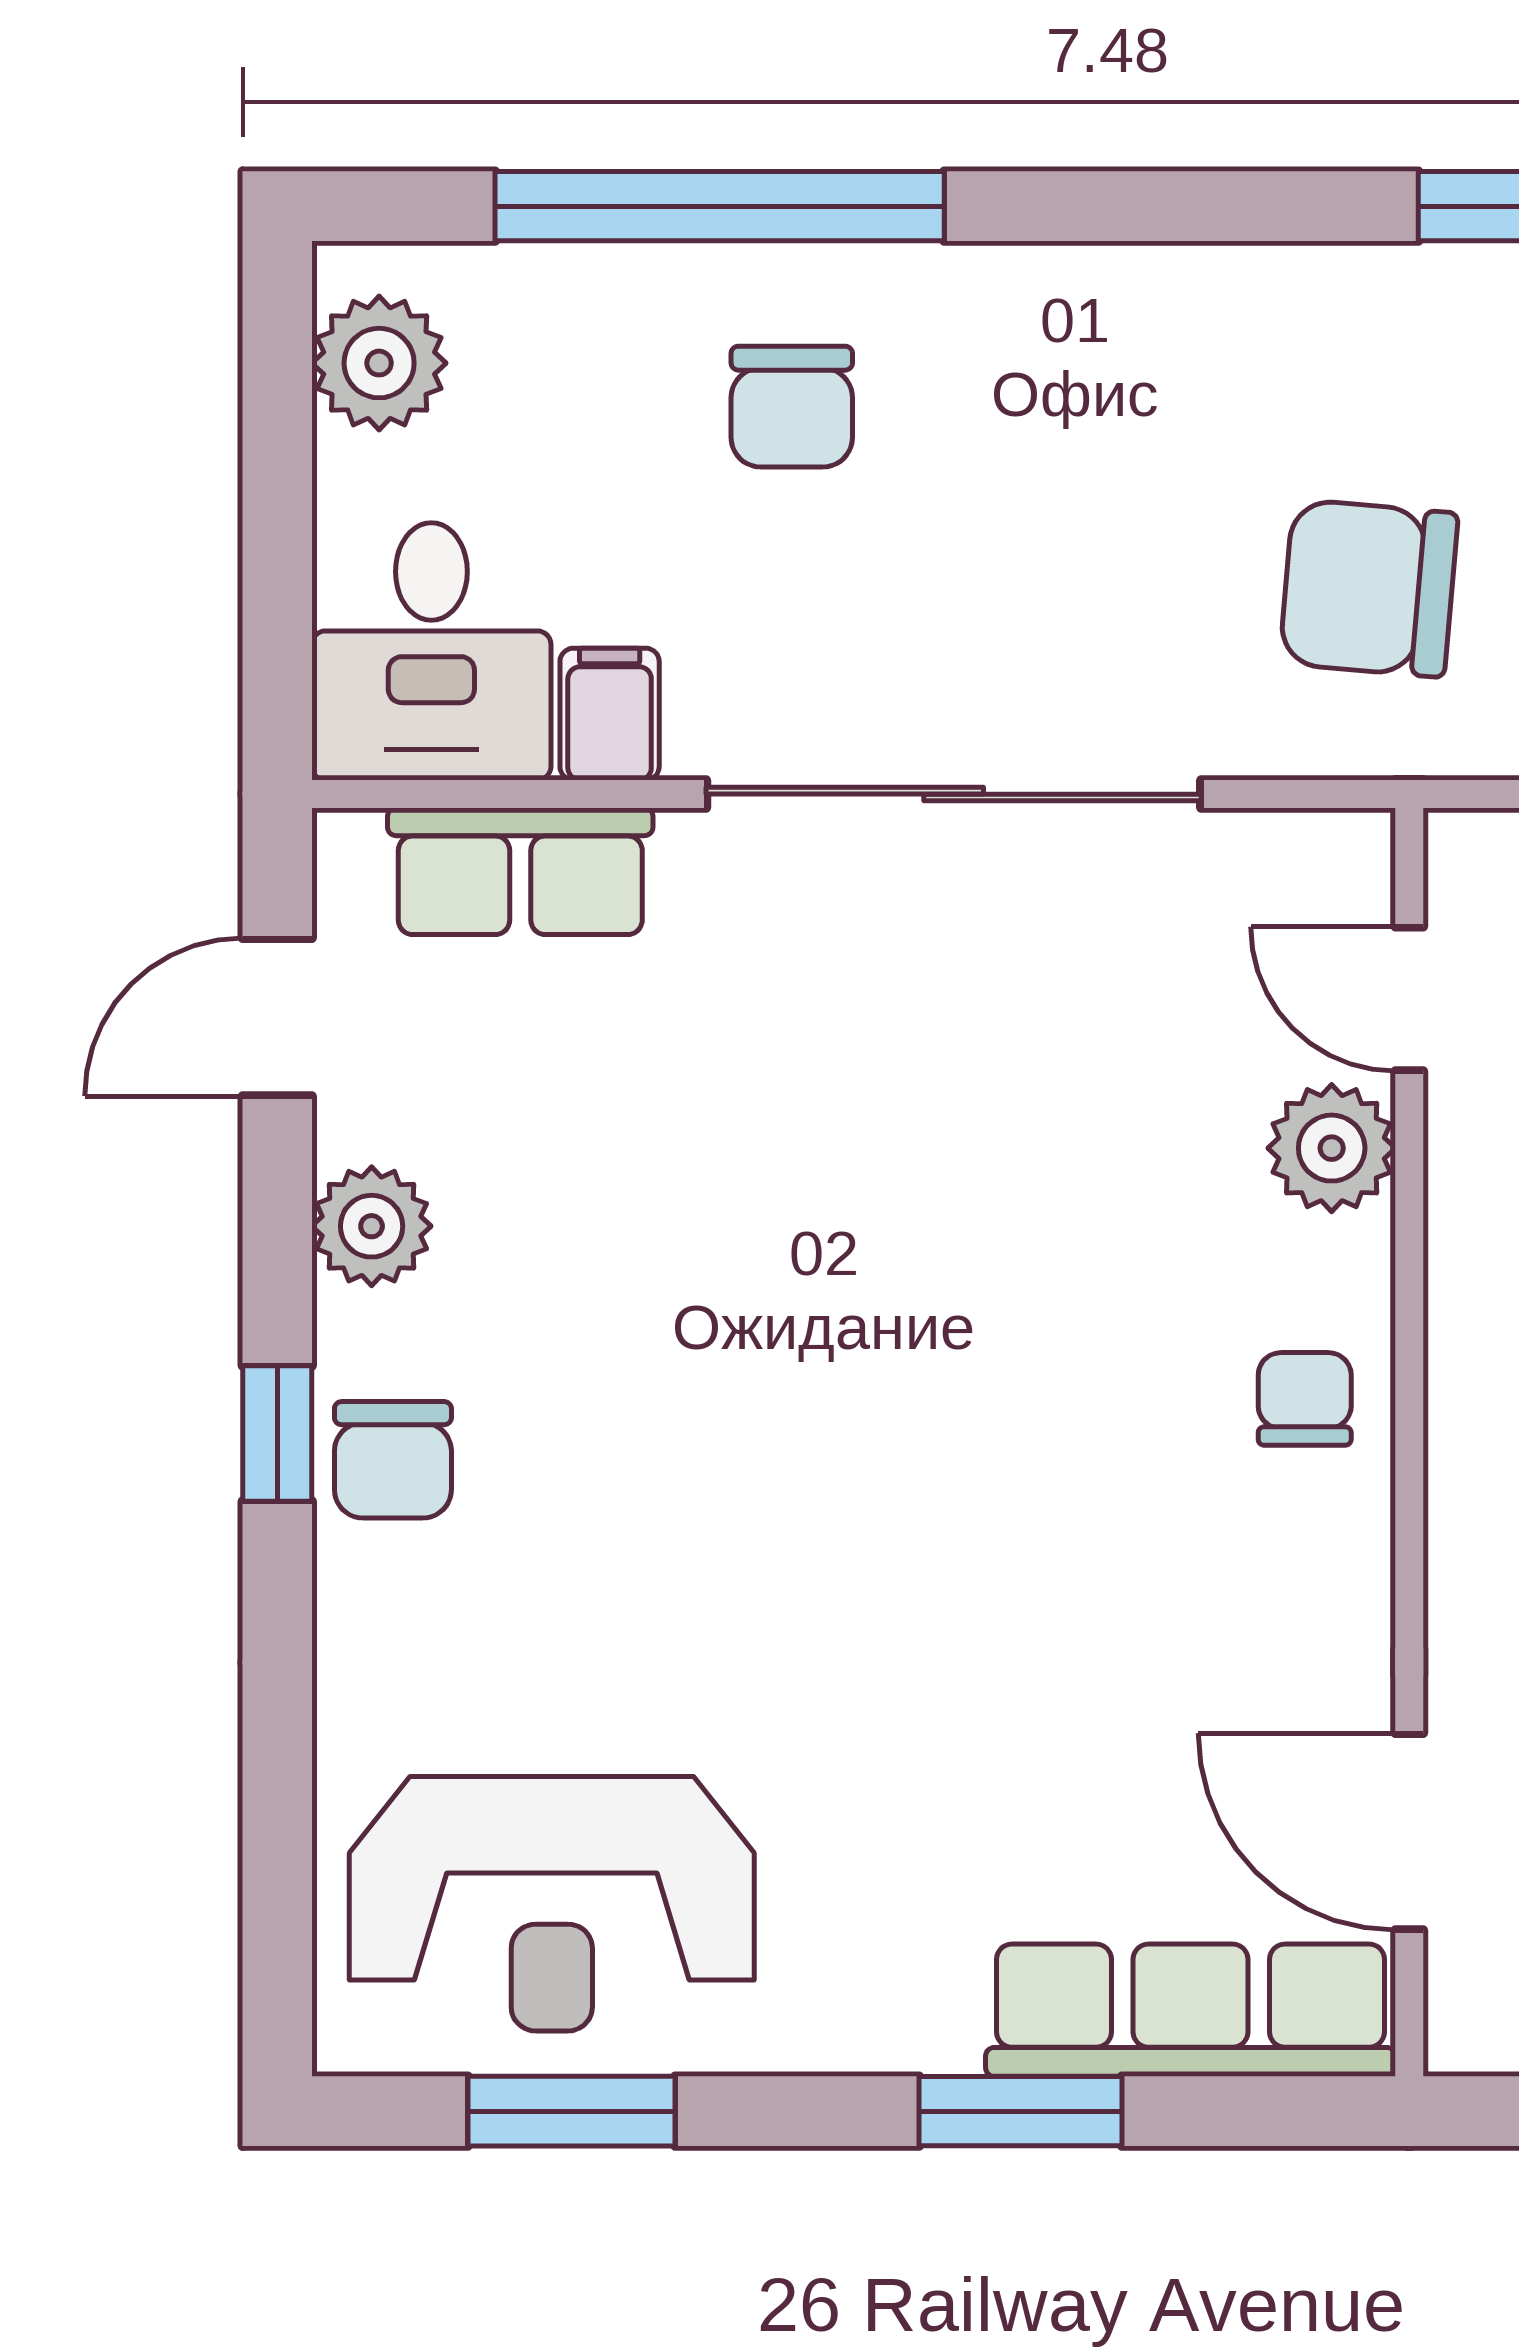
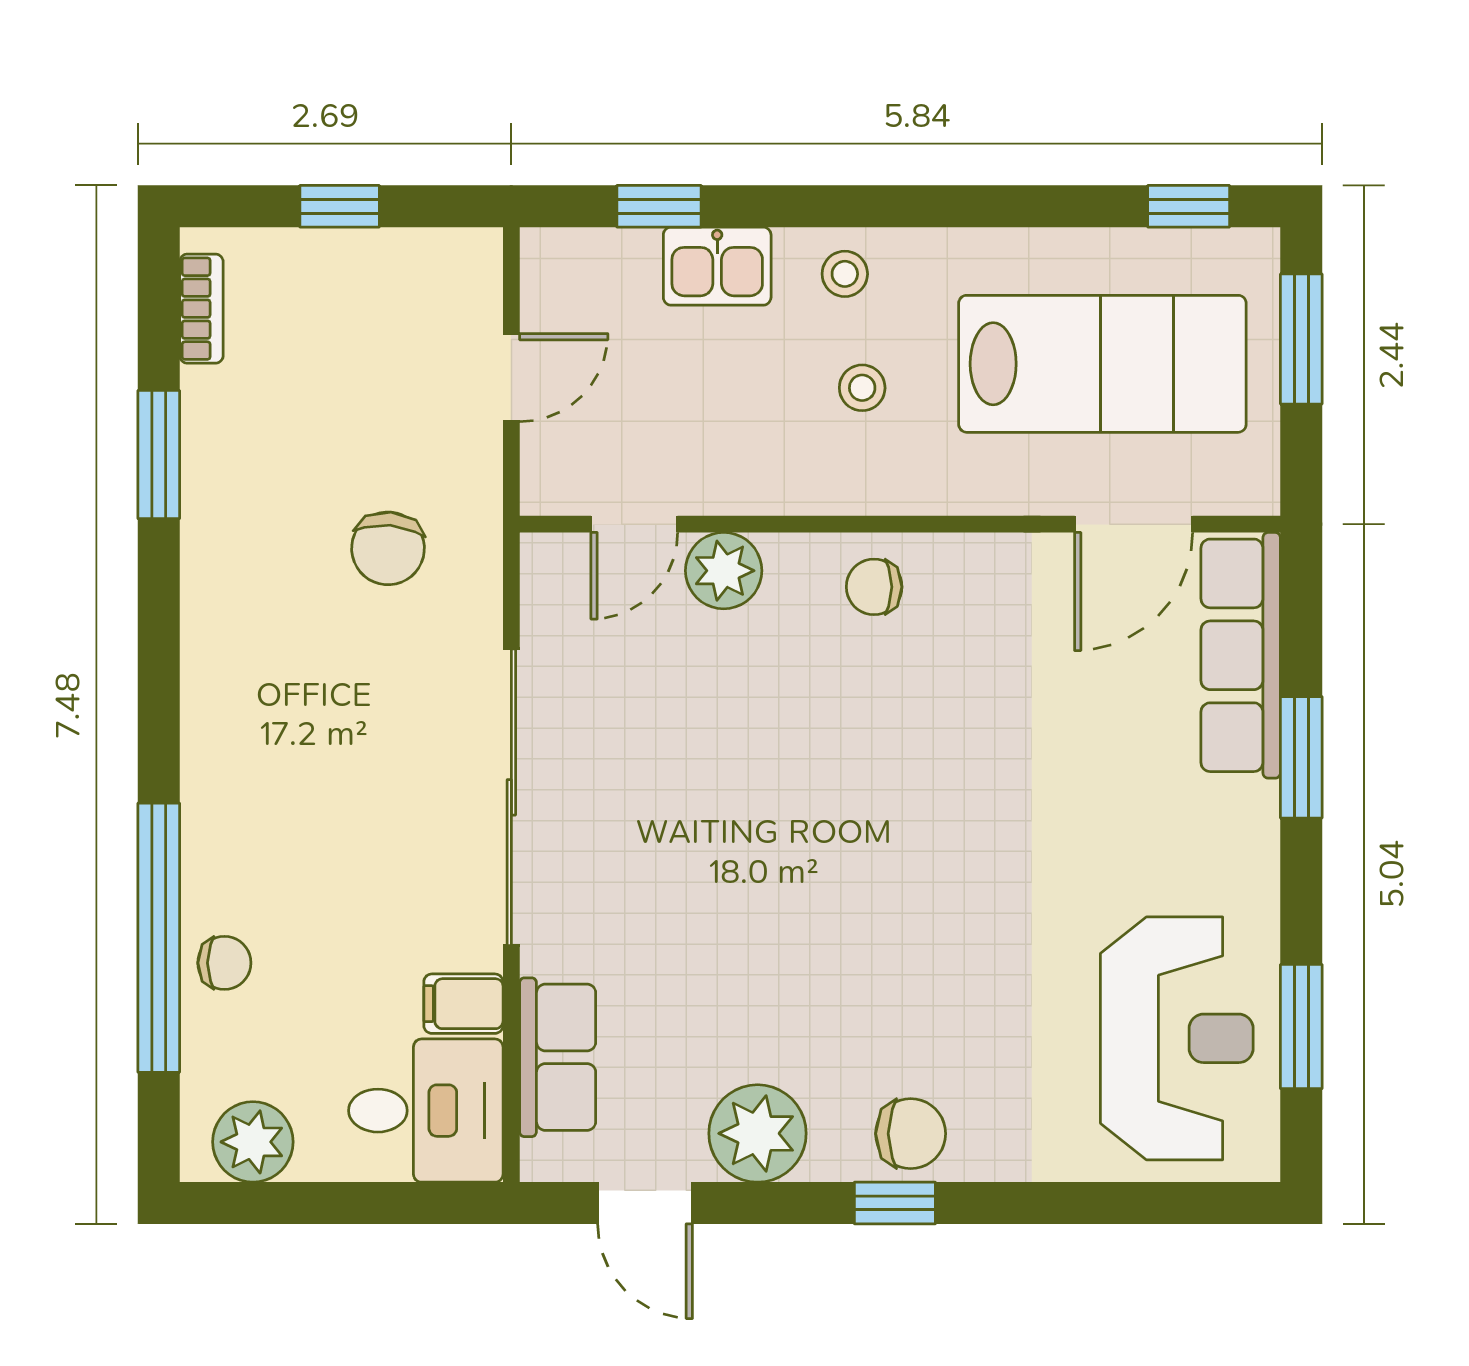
chair: (792, 407) -> (224, 963), moved, width x0.73, depth x0.73
chair: (1369, 588) -> (388, 548), width x0.73, depth x0.73
plant: (372, 1226) -> (758, 1133), width x1.36, depth x1.36

